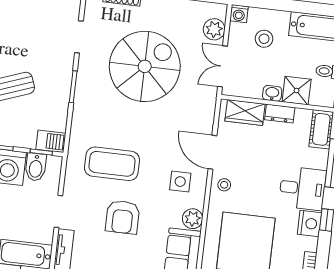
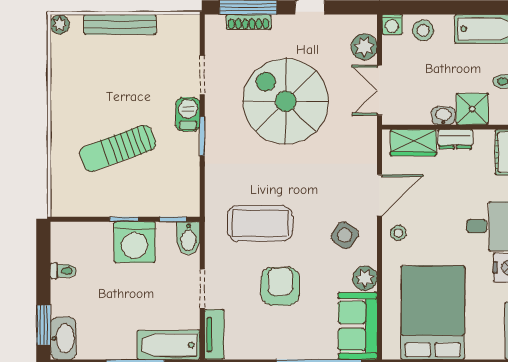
stool: (264, 39) -> (423, 30), moved
spiral stairs: (145, 66) -> (286, 101), turned -90
barbecue: (51, 141) -> (188, 114), moved, turned -90
door: (212, 152) -> (380, 195), swing flipped
bidet: (36, 167) -> (188, 238), moved
side table: (180, 182) -> (345, 235), turned 35
armchair: (123, 217) -> (280, 286), turned 180

